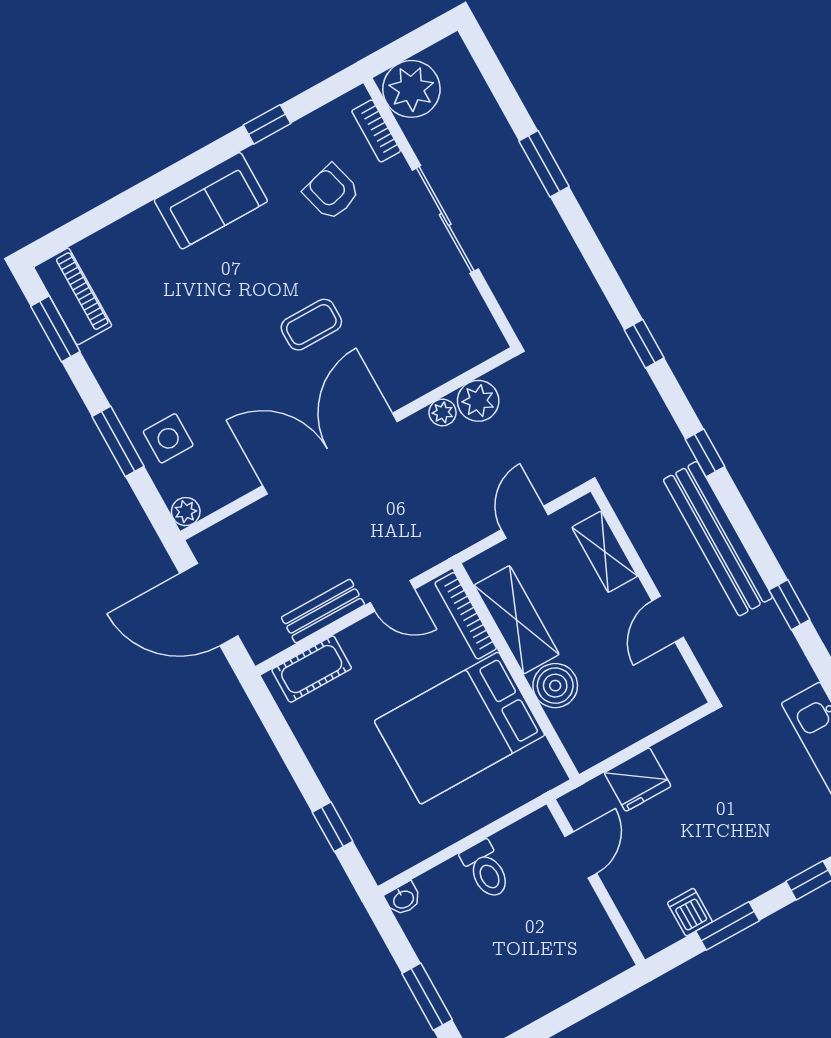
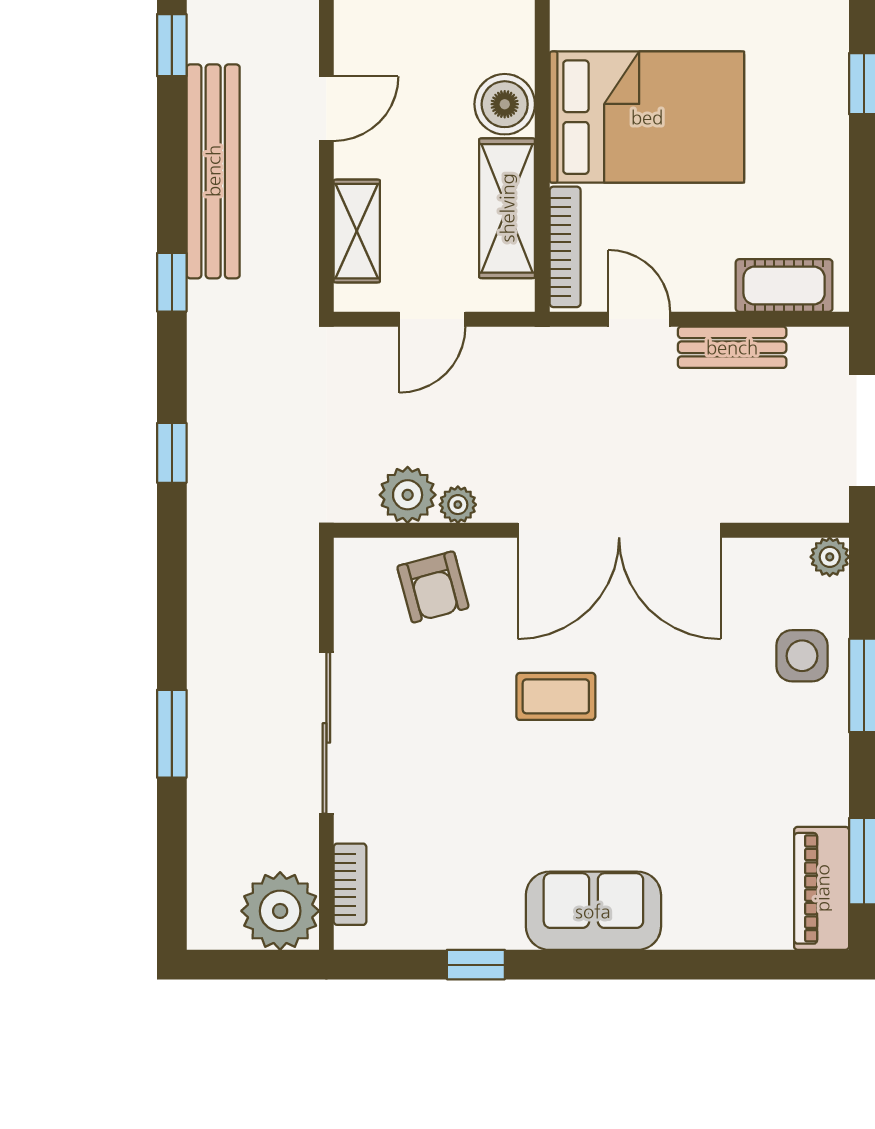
armchair: (331, 192) -> (433, 587), moved

